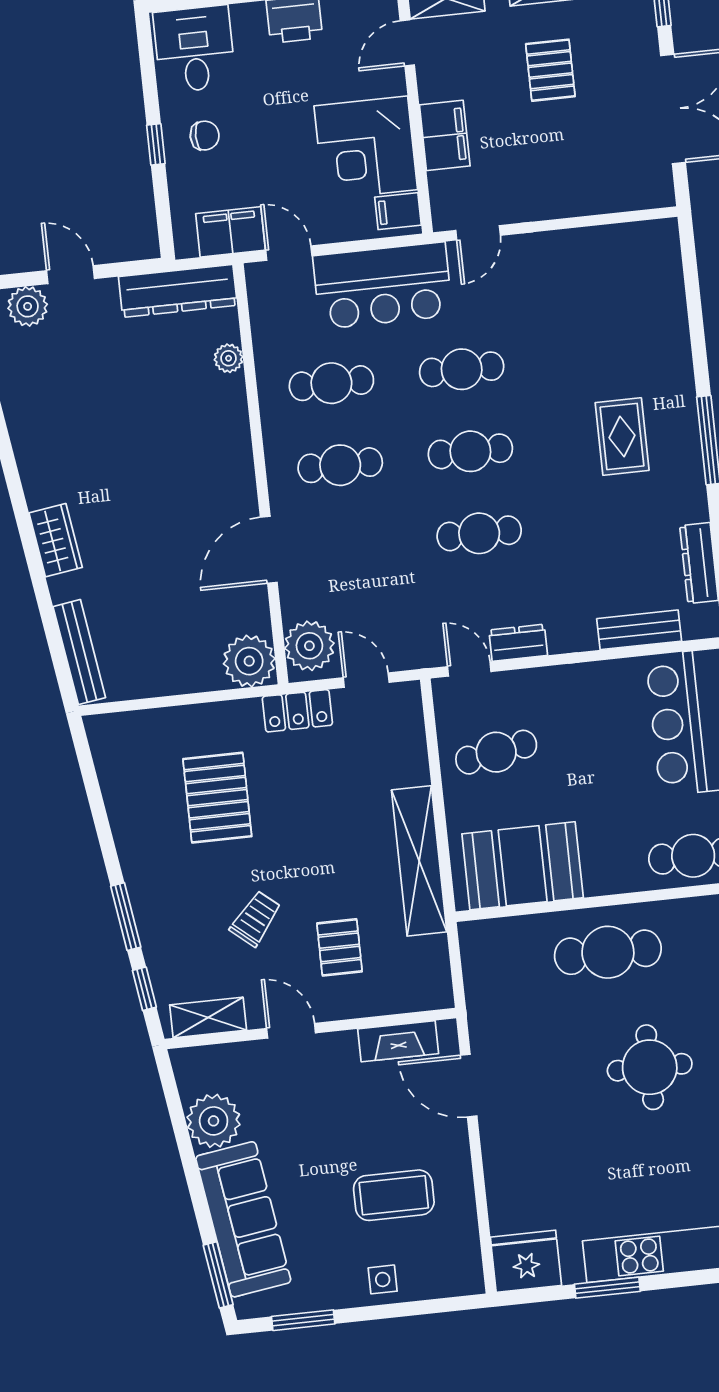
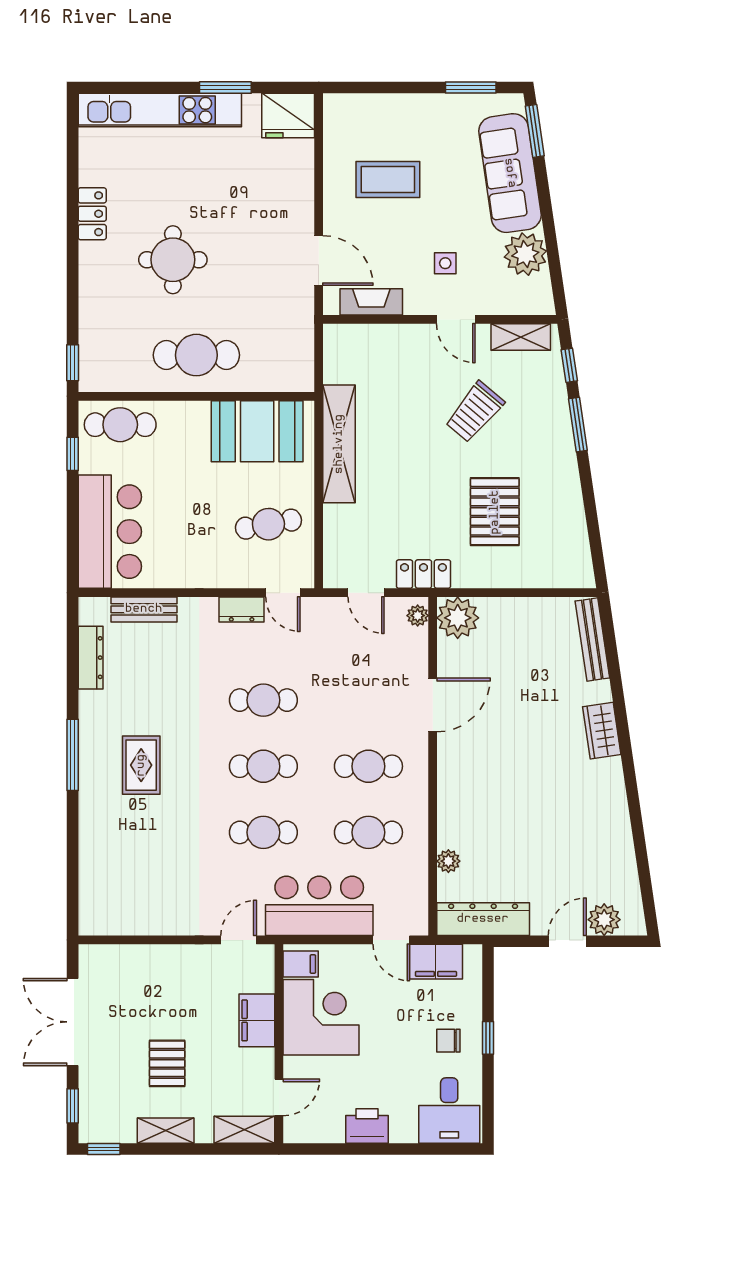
door: (70, 275) -> (567, 941), swing flipped
plant: (309, 646) -> (418, 616), width x0.53, depth x0.53
trolley: (256, 919) -> (475, 412), width x1.36, depth x1.39
pallet: (340, 947) -> (410, 382), removed
side table: (383, 1279) -> (445, 263), moved

